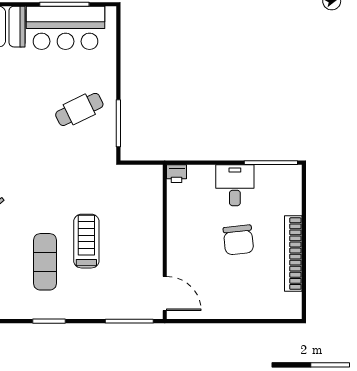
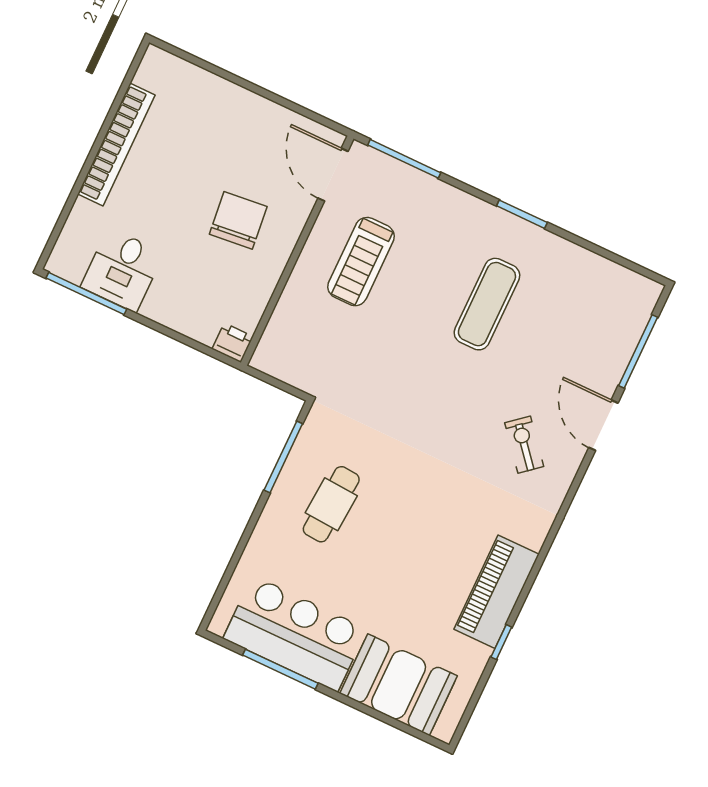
cafe table: (79, 109) -> (331, 504), turned -60
desk: (235, 185) -> (122, 270), moved
chair: (238, 240) -> (238, 220), moved
treadmill: (86, 241) -> (361, 262), moved

